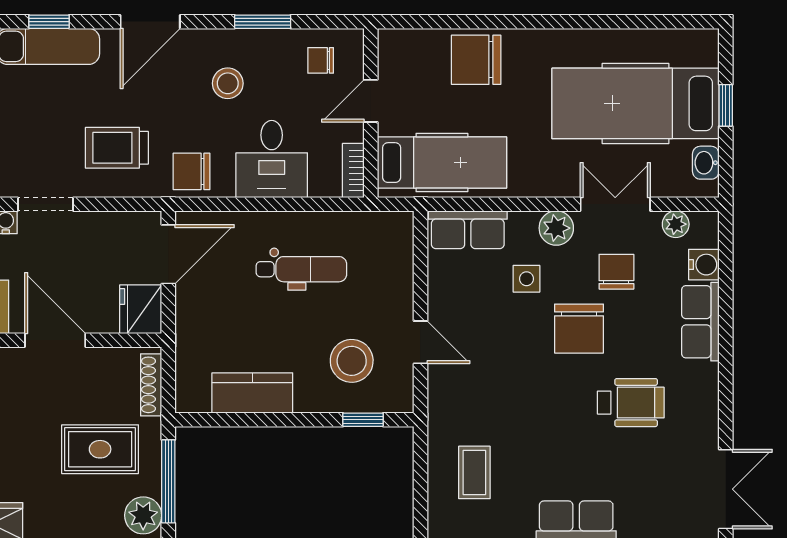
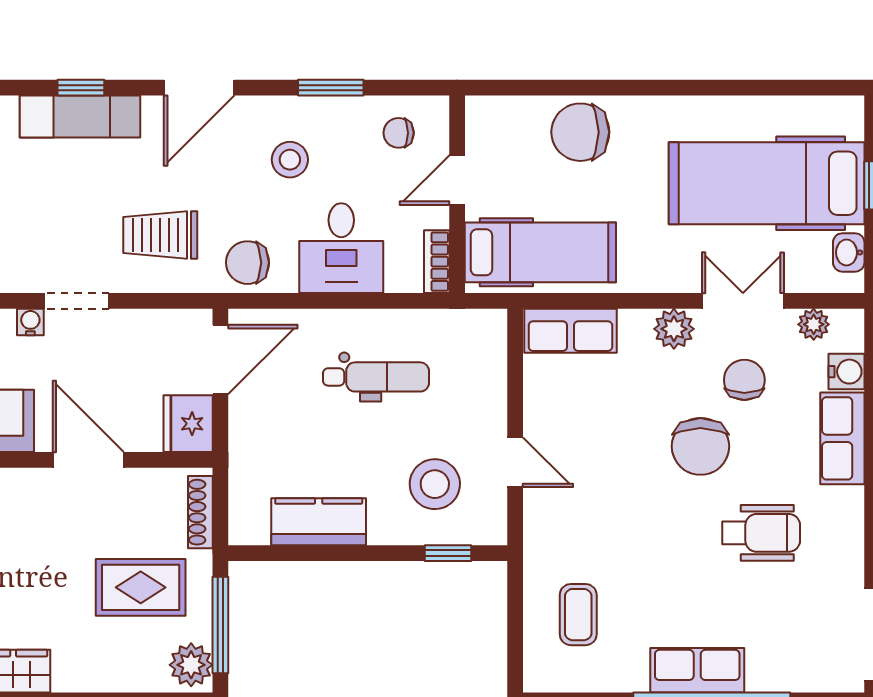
side table: (526, 279) -> (639, 388), removed

